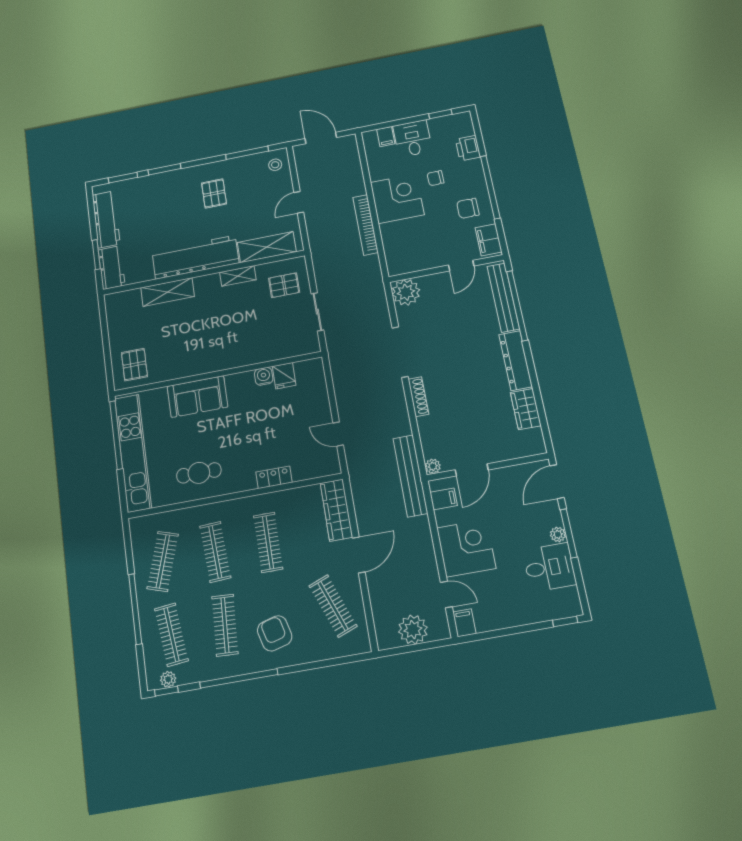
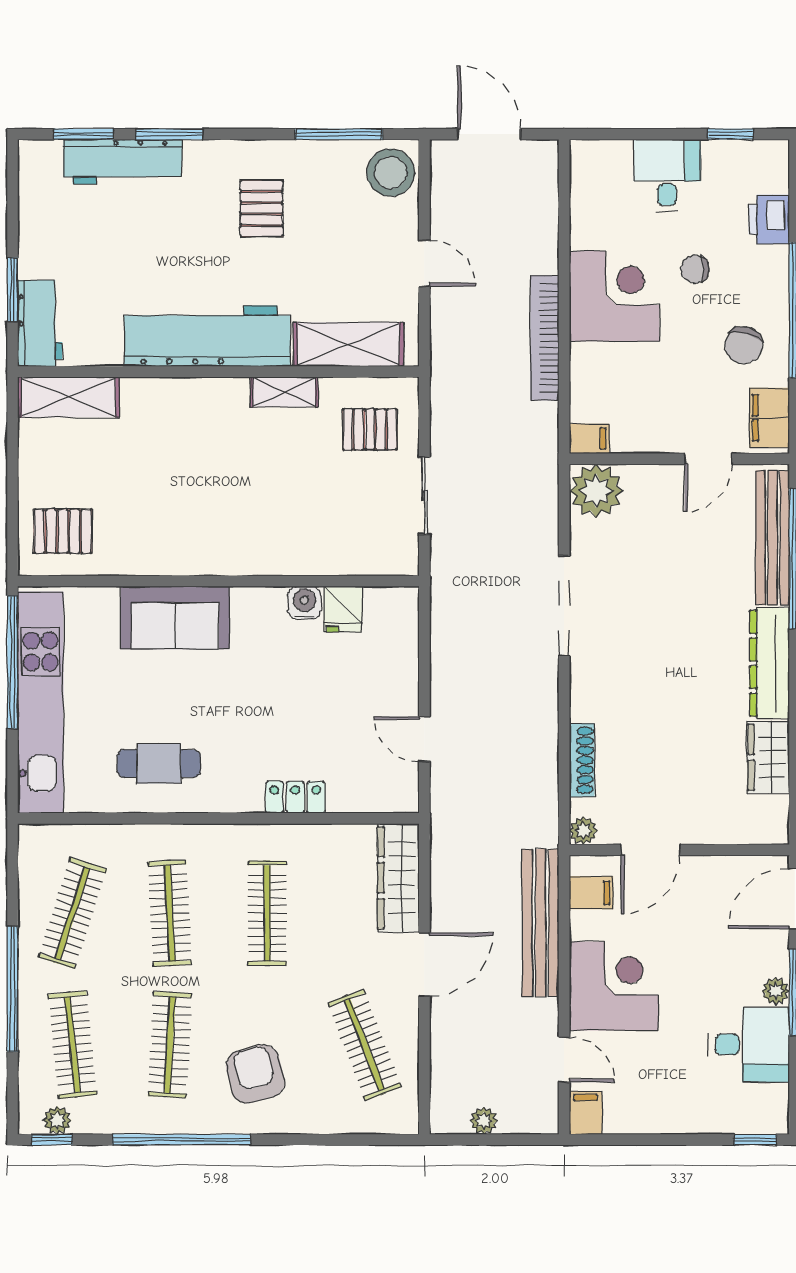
filing cabinet: (386, 137) -> (589, 439), moved, turned -90
stool: (275, 165) -> (391, 173), width x1.89, depth x1.89
door: (299, 202) -> (424, 263), swing flipped
chair: (468, 208) -> (744, 345), turned -74
workbench: (106, 219) -> (123, 162), moved, turned 90
shelving: (168, 292) -> (69, 397), moved
pallet: (134, 365) -> (63, 531), turned 90
shoe rack: (418, 397) -> (582, 760), moved
bench: (410, 476) -> (541, 923), moved
plant: (413, 630) -> (484, 1121), width x0.53, depth x0.53

